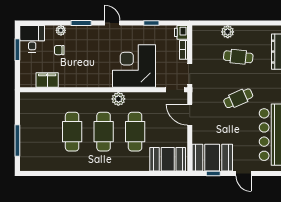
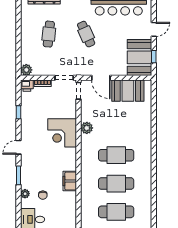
plant: (228, 32) -> (26, 70), moved
corner desk: (134, 66) -> (62, 133), width x0.74, depth x0.74
filing cabinet: (47, 80) -> (70, 181), moved
plant: (118, 99) -> (87, 128), moved
door: (190, 115) -> (101, 78), hinge flipped
cafe table: (135, 132) -> (116, 212), moved
booth: (168, 159) -> (128, 91), moved, turned 90

